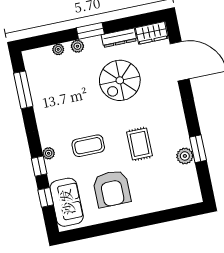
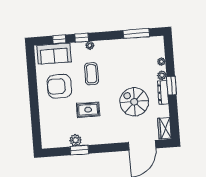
dresser: (119, 38) -> (163, 92), moved

